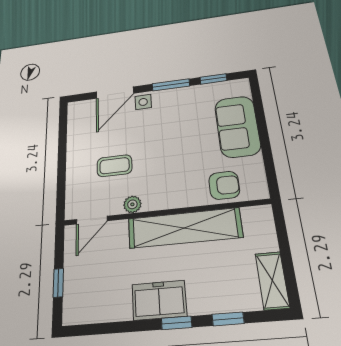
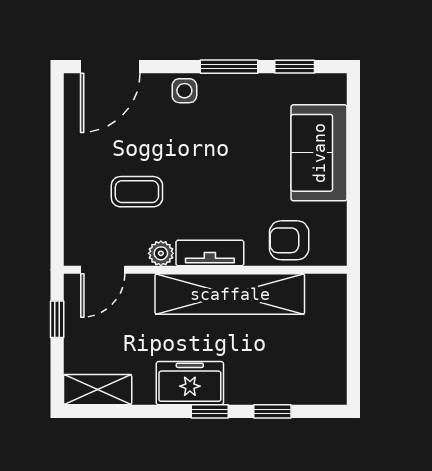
door: (115, 93) -> (110, 67), moved
armchair: (224, 185) -> (289, 240), turned 180
tv unit: (167, 200) -> (210, 253), added
shelving: (272, 280) -> (98, 390), moved, turned 90
window: (58, 283) -> (57, 319), moved

